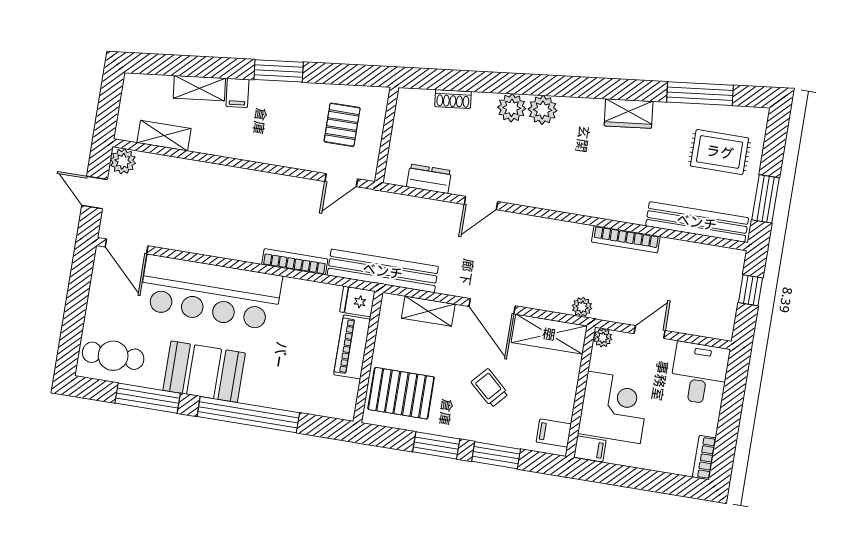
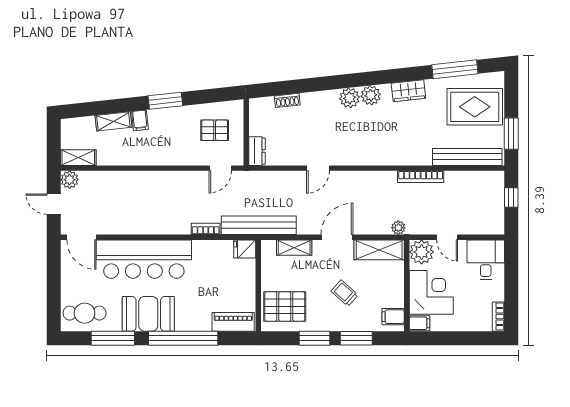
plant: (512, 108) -> (371, 95), moved
pallet: (342, 125) -> (215, 130), turned 90
shelving: (164, 136) -> (78, 158), moved
rug: (720, 152) -> (475, 107), width x1.36, depth x1.43
dresser: (429, 179) -> (257, 151), moved, turned 90
bookcase: (295, 262) -> (206, 229), width x0.64
door: (492, 306) -> (337, 237), swing flipped
door: (650, 332) -> (447, 237), swing flipped
plant: (603, 338) -> (422, 252), width x1.88, depth x1.88
piano: (352, 347) -> (233, 322), moved, turned 90

